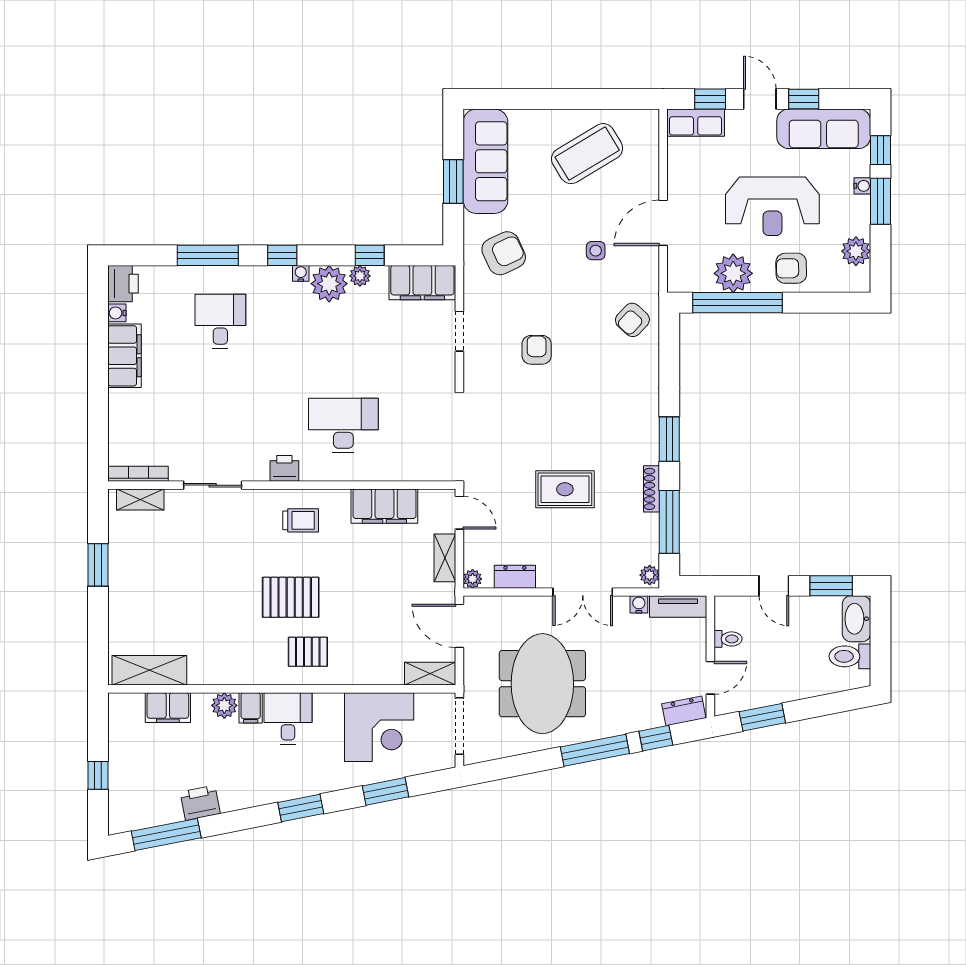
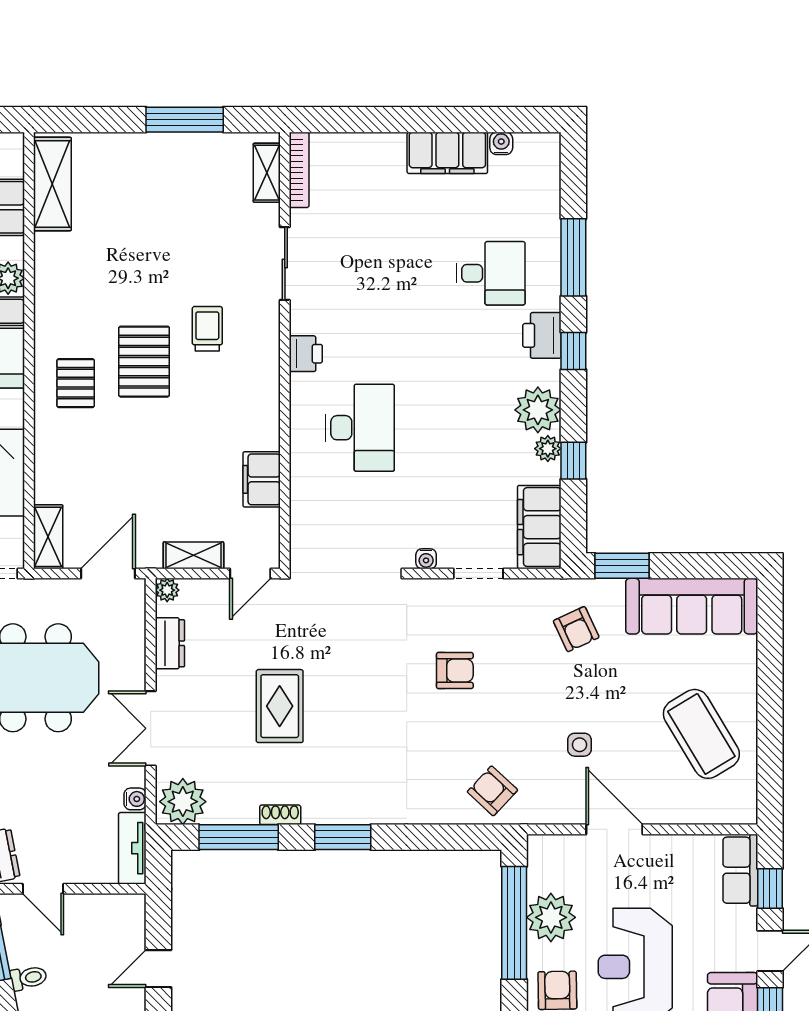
window: (453, 182) -> (622, 566), moved
armchair: (504, 253) -> (576, 629), width x0.72, depth x0.72
water cooler: (301, 273) -> (426, 559), moved, turned 90
printer: (123, 284) -> (542, 335), moved, turned 90
shoe rack: (652, 489) -> (280, 815), width x0.70
filing cabinet: (384, 506) -> (262, 479), width x0.67, depth x0.86
trolley: (301, 520) -> (207, 329), moved, turned 180
window: (98, 565) -> (185, 120), width x1.44
plant: (650, 575) -> (183, 802), width x1.88, depth x1.88
toilet: (728, 639) -> (29, 978), moved, turned -101

